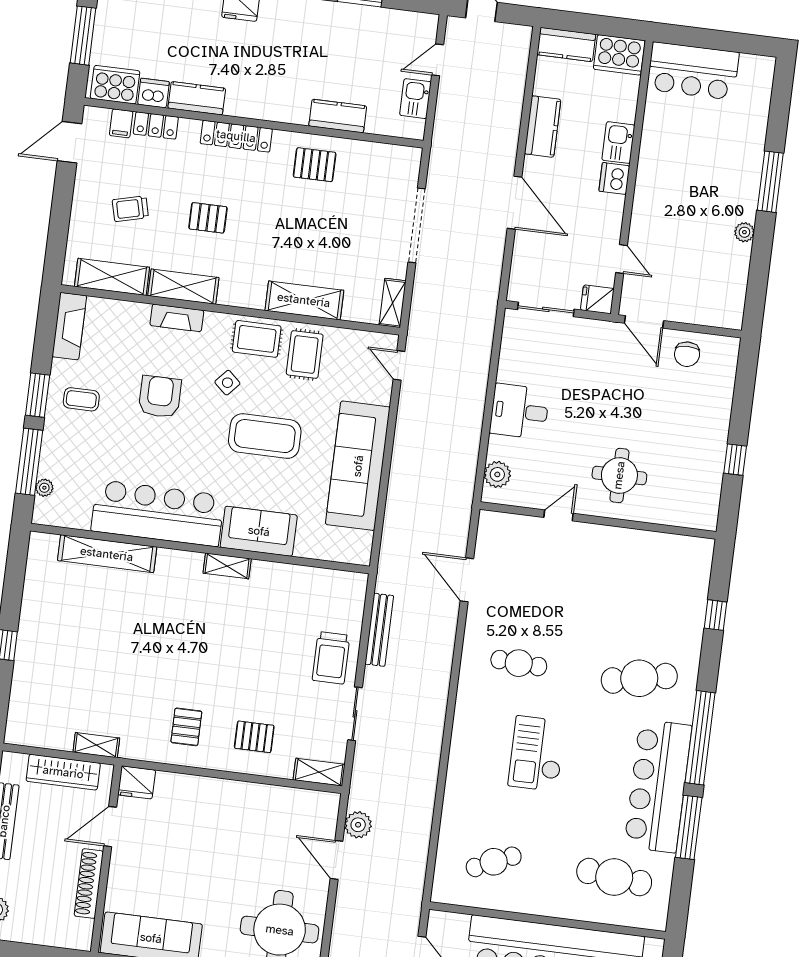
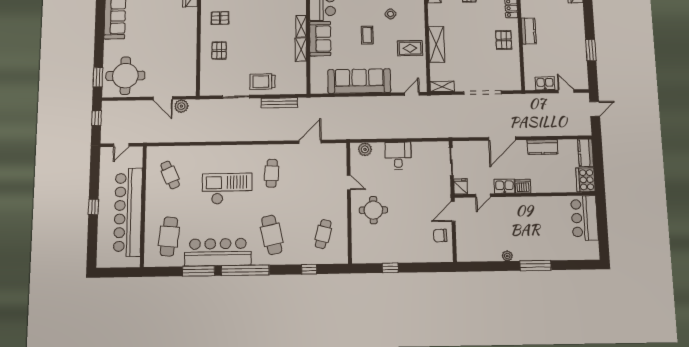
kitchen counter: (338, 116) -> (529, 31), moved
kitchen sink: (618, 143) -> (504, 186), moved
rug: (257, 339) -> (414, 25), removed
coffee table: (265, 436) -> (367, 35), width x0.54, depth x0.58
cafe table: (652, 579) -> (323, 234), added
checkout: (537, 754) -> (227, 189), width x1.36, depth x1.21
shelving: (319, 772) -> (301, 50), moved
door: (336, 860) -> (163, 98), swing flipped

